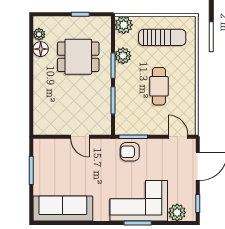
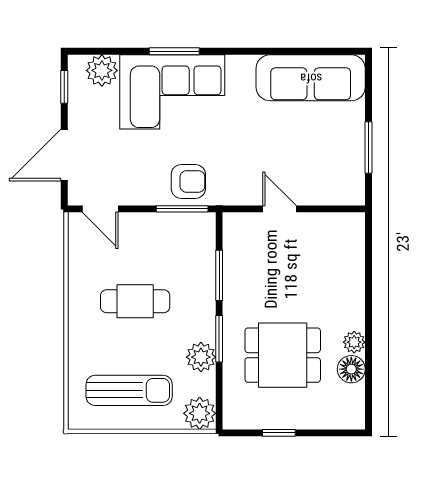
plant: (39, 34) -> (354, 342), moved
sun lounger: (162, 37) -> (129, 390), turned 180
cafe table: (159, 86) -> (135, 301), turned 90

